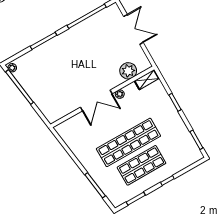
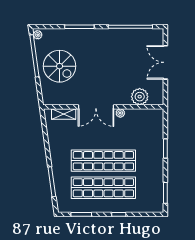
double door: (133, 29) -> (165, 62), swing flipped
shelving: (147, 80) -> (64, 114), moved
spiral stairs: (46, 84) -> (60, 66), added
shop shelf: (142, 165) -> (103, 188), width x1.40

